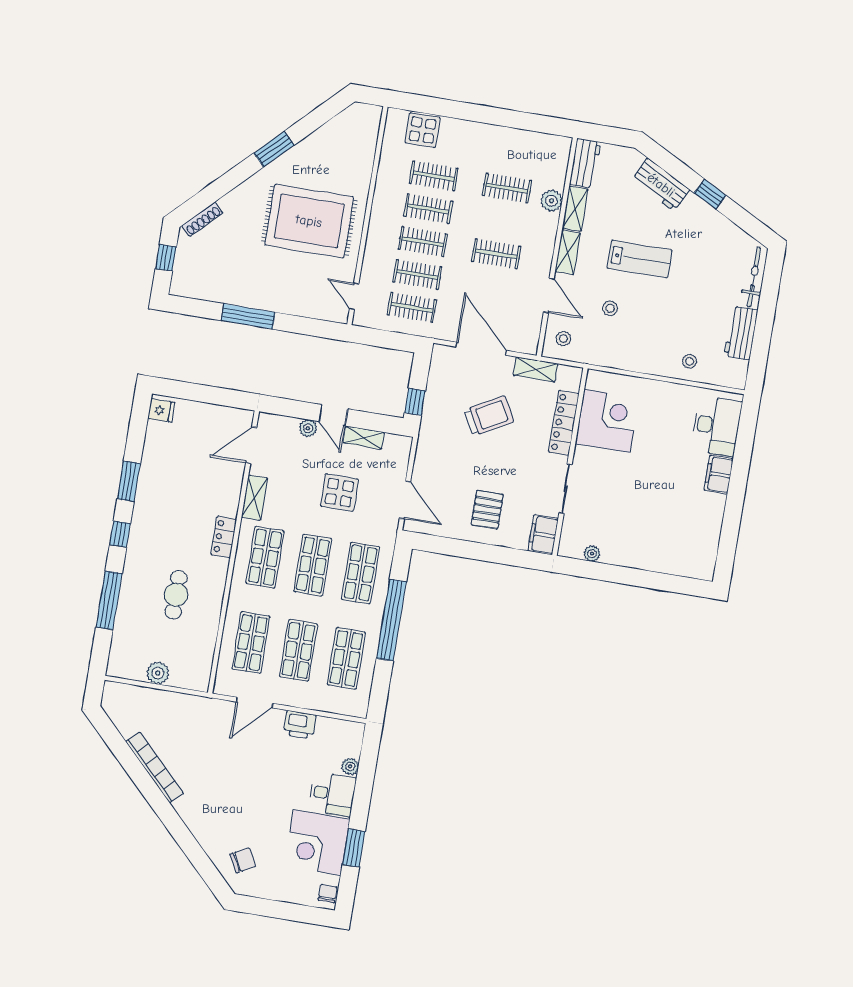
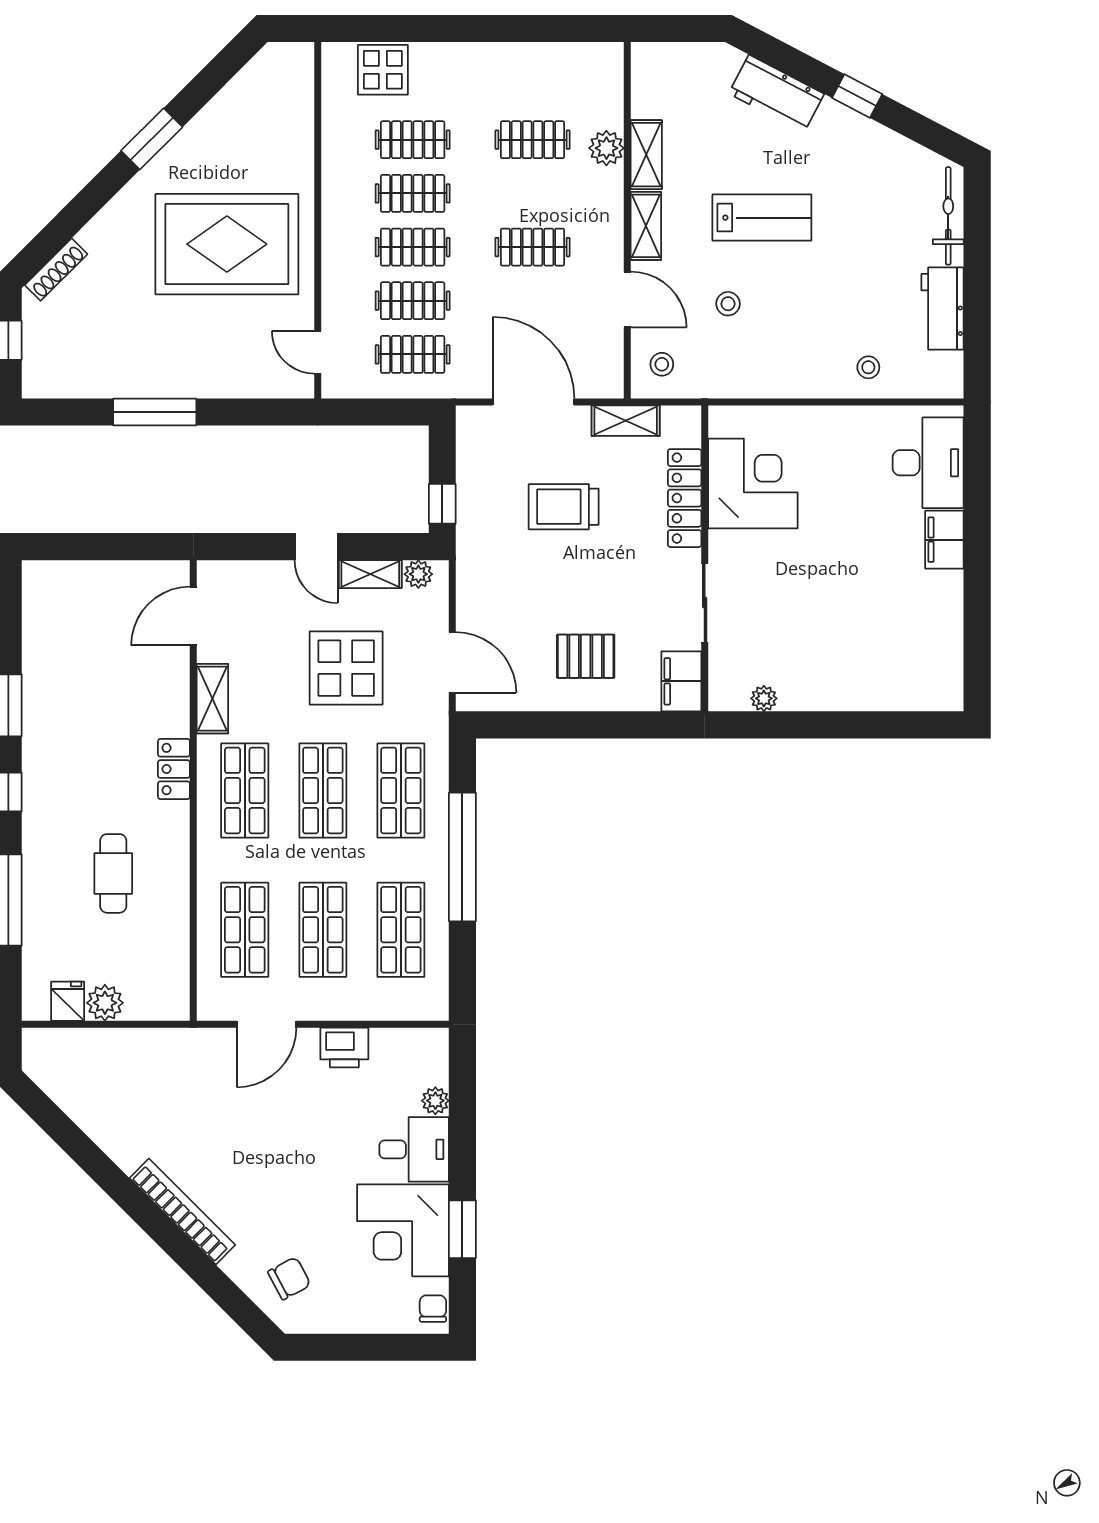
workbench: (585, 163) -> (650, 80), removed
fridge: (161, 410) -> (68, 1001), moved, turned -90
trolley: (489, 416) -> (564, 507), turned -151
plant: (308, 428) -> (418, 574), moved
display table: (339, 493) -> (346, 668), width x1.36, depth x1.36
pallet: (487, 510) -> (586, 656), turned 90
bookcase: (155, 767) -> (182, 1212), moved

